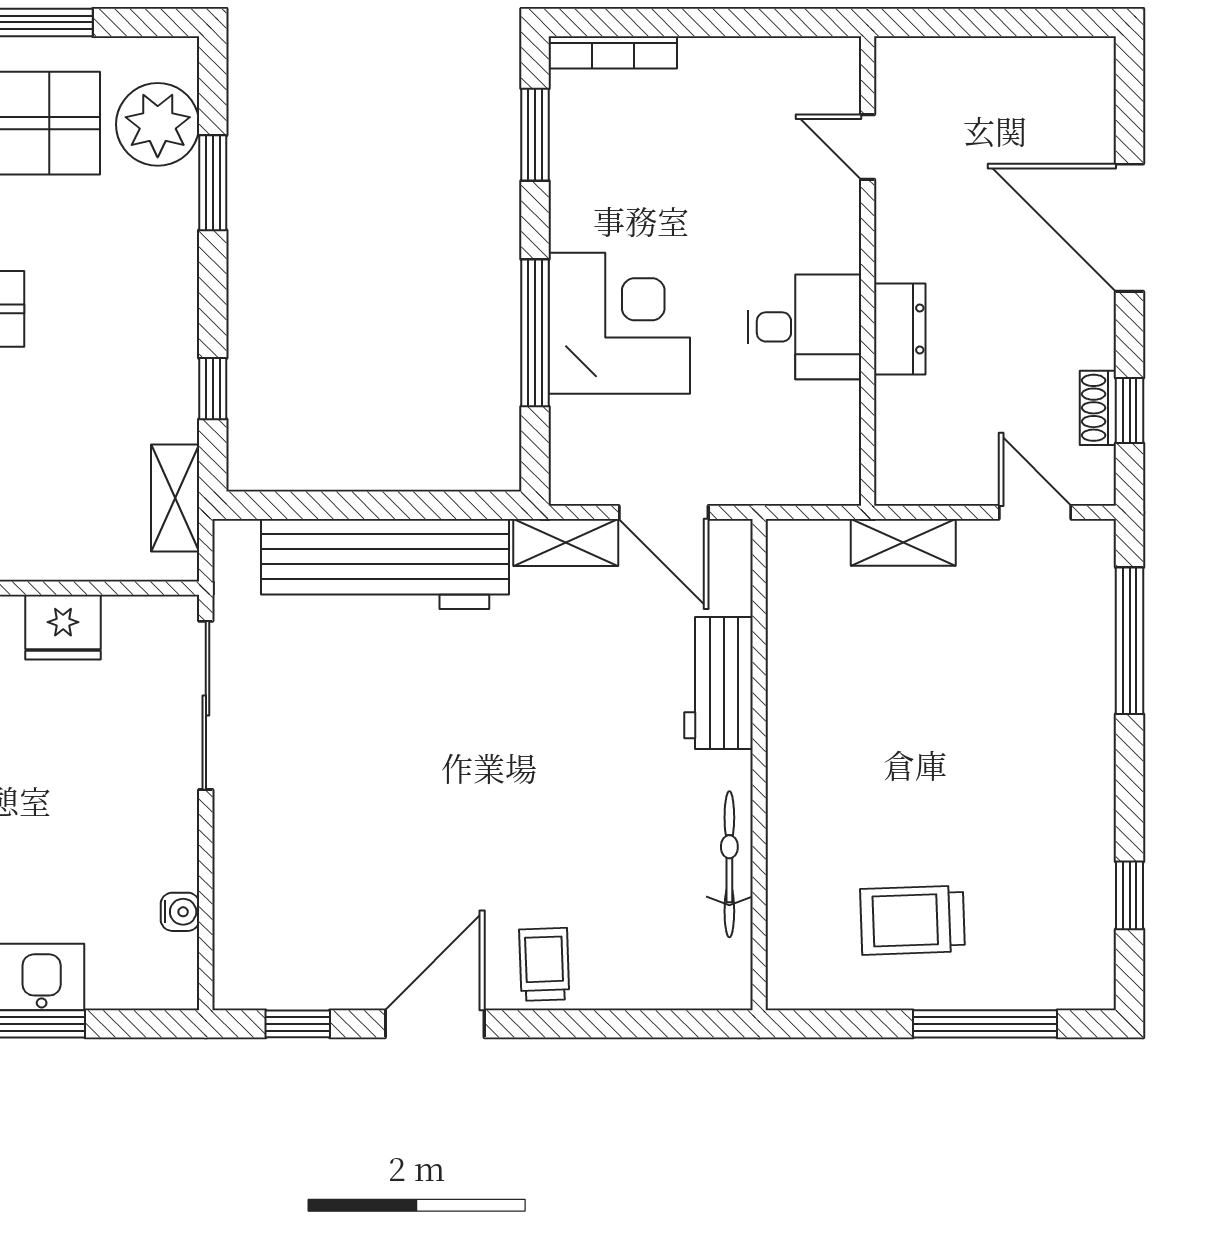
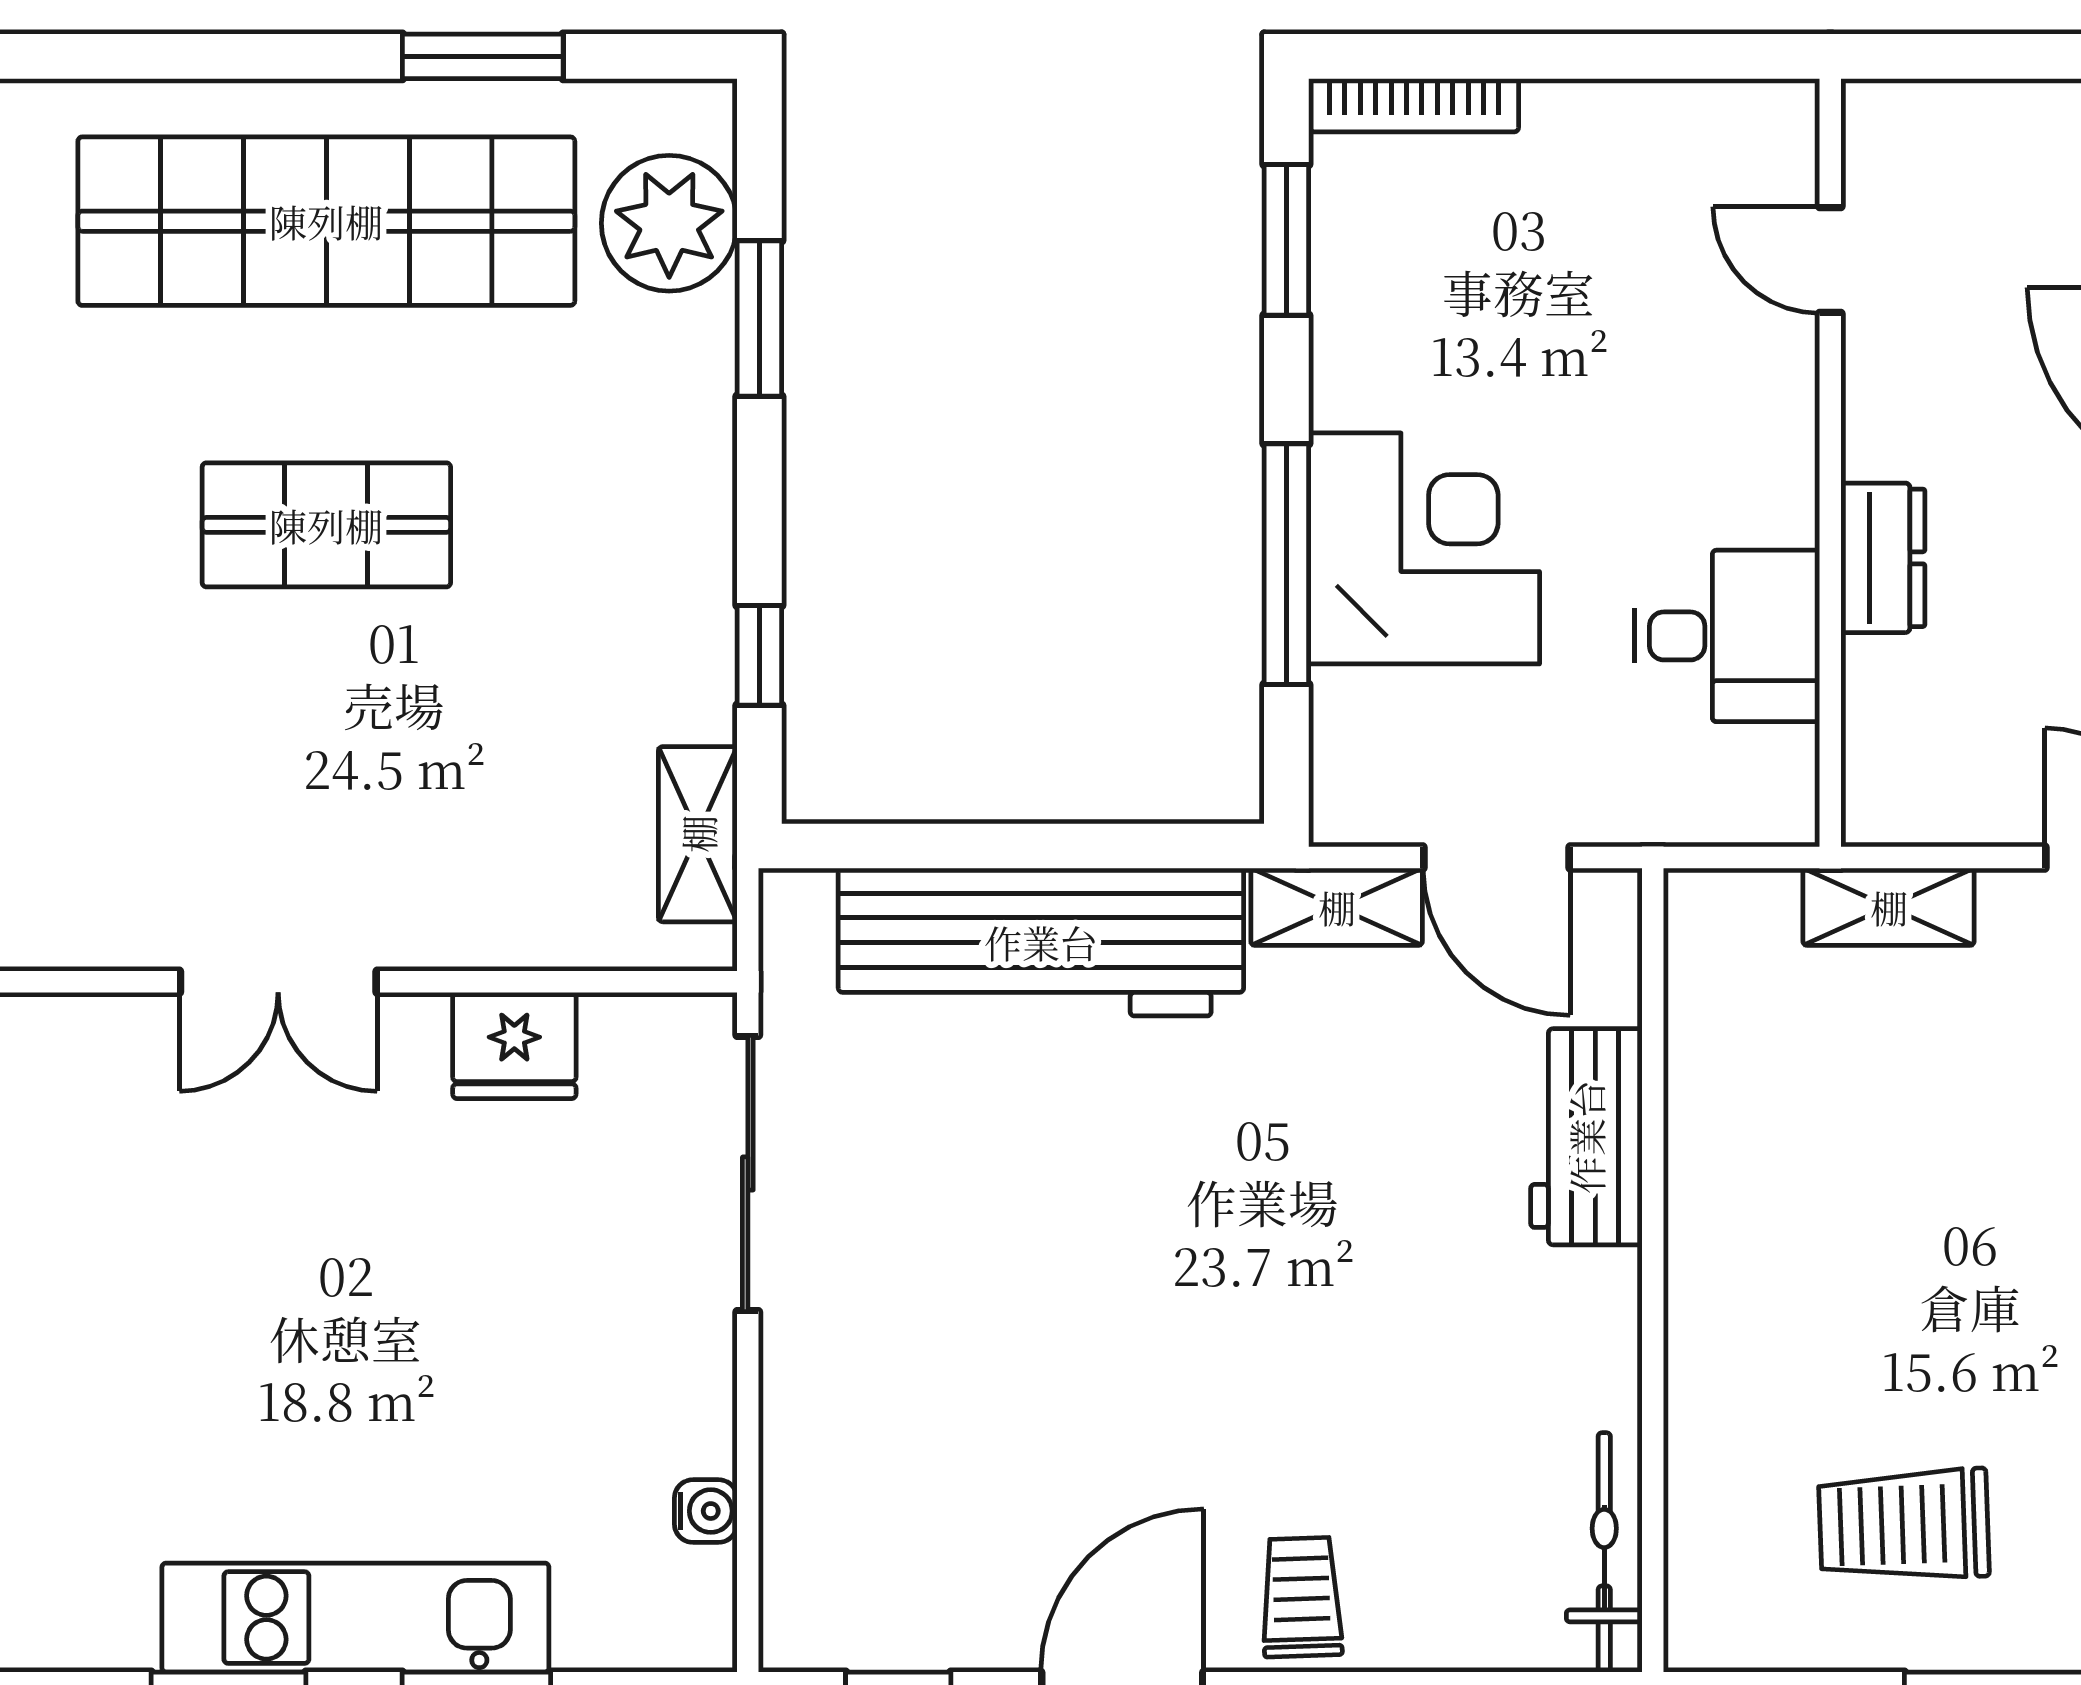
desk: (804, 327) -> (1727, 636), moved
bicycle: (729, 864) -> (1604, 1552), moved

